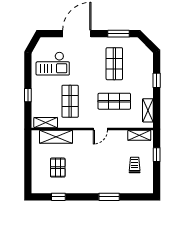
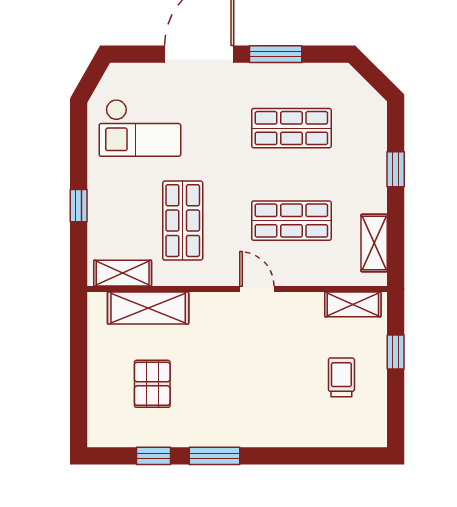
window: (118, 34) -> (276, 54), moved
shop shelf: (114, 64) -> (291, 128), turned 90
door: (100, 129) -> (257, 289), swing flipped
window: (109, 197) -> (215, 456), moved

